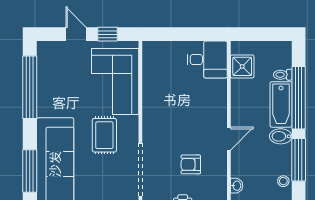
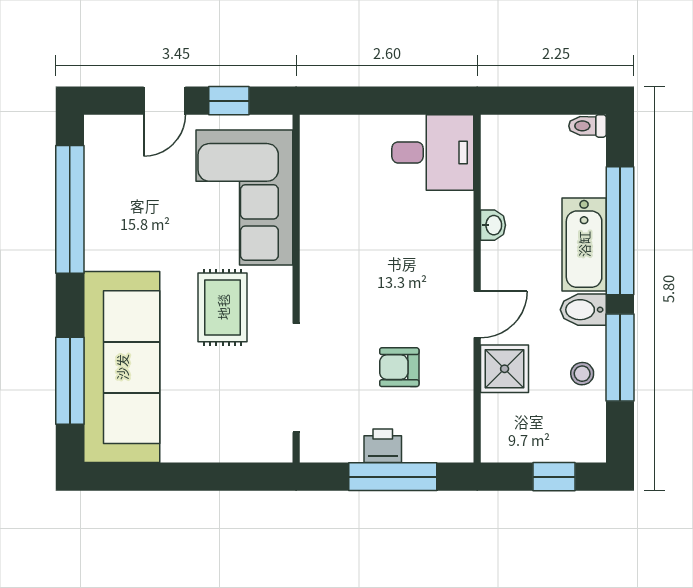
door: (76, 34) -> (165, 101), swing flipped
shower: (242, 66) -> (505, 369), moved
toilet: (283, 75) -> (588, 126), moved
stool: (283, 181) -> (582, 374), moved
washbasin: (237, 186) -> (493, 225), moved

